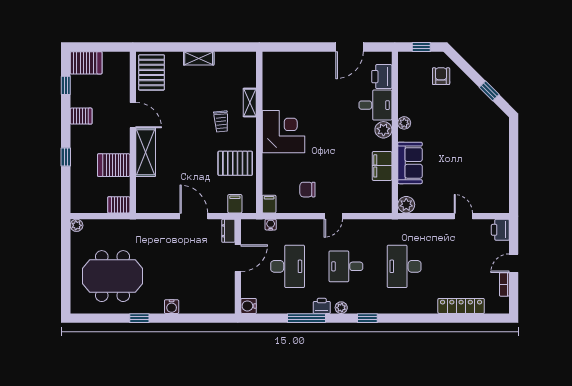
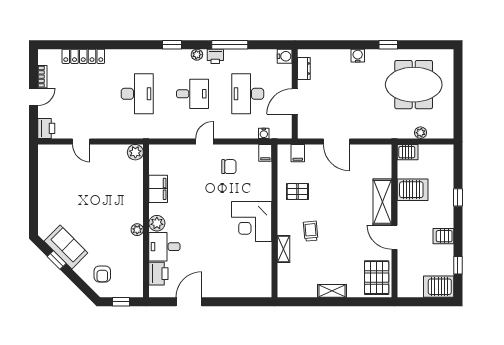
pallet: (235, 163) -> (297, 191), width x0.67, depth x0.71
sofa: (410, 163) -> (66, 247), moved, turned 135
plant: (77, 225) -> (421, 133), moved
dresser: (228, 231) -> (304, 68), moved

